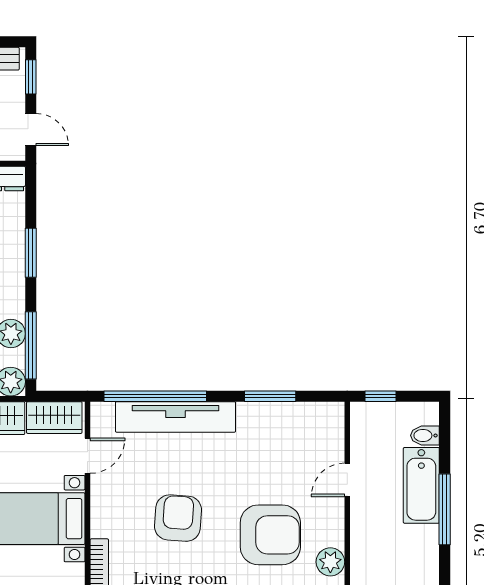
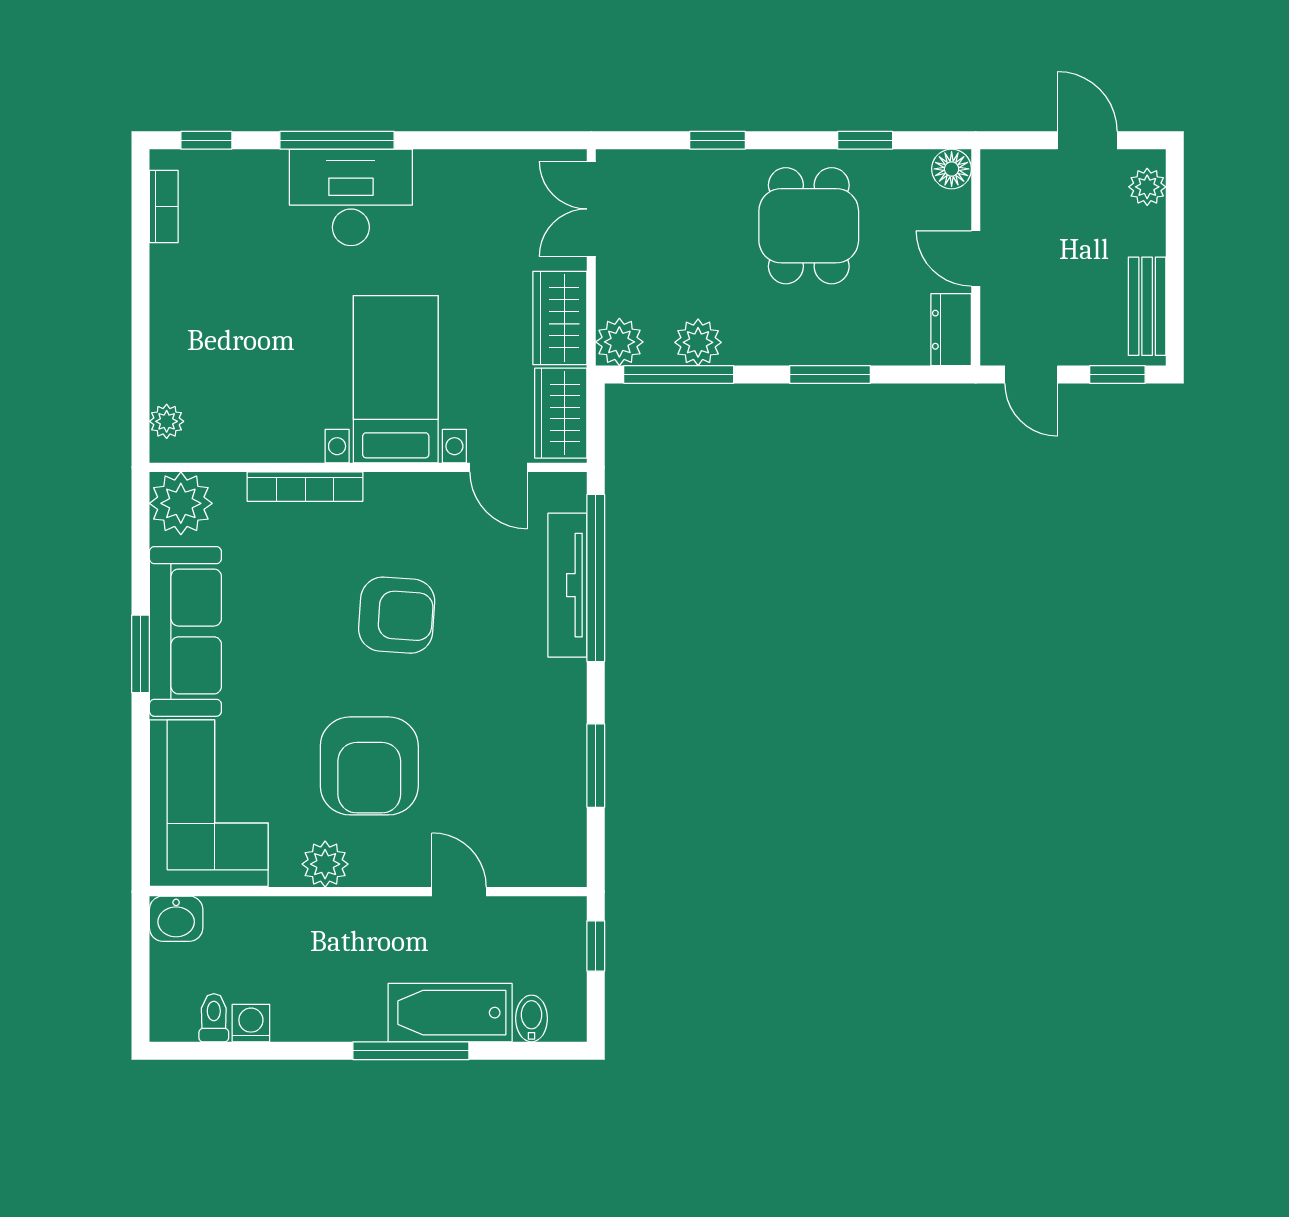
door: (31, 130) -> (1031, 375), hinge flipped
tv unit: (175, 417) -> (567, 585), width x0.73, depth x0.78

